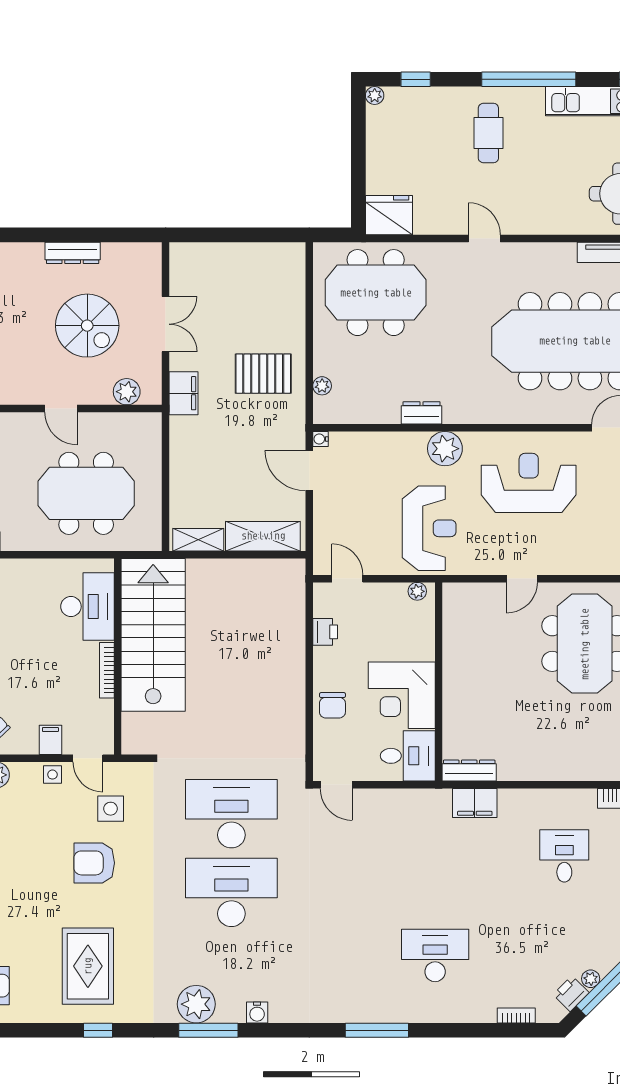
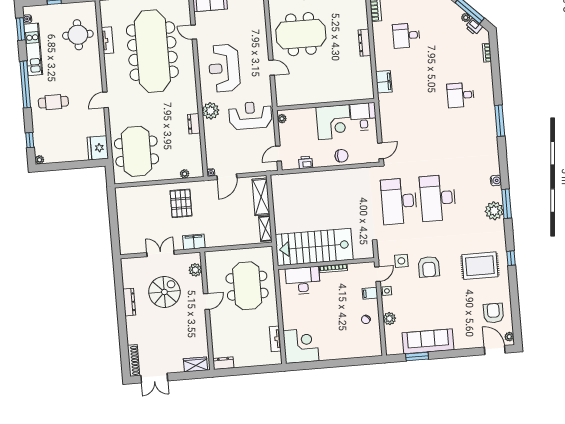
dresser: (469, 771) -> (365, 43), moved
desk: (435, 955) -> (461, 95), width x0.73

